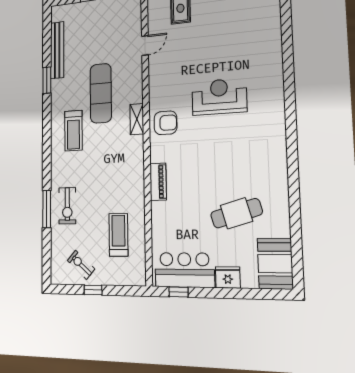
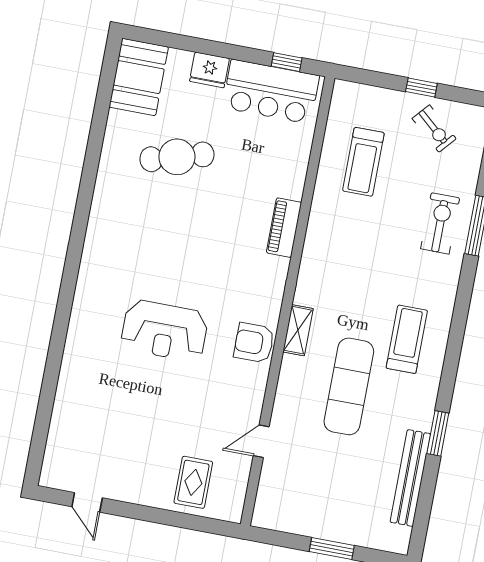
armchair: (166, 123) -> (254, 343), moved

